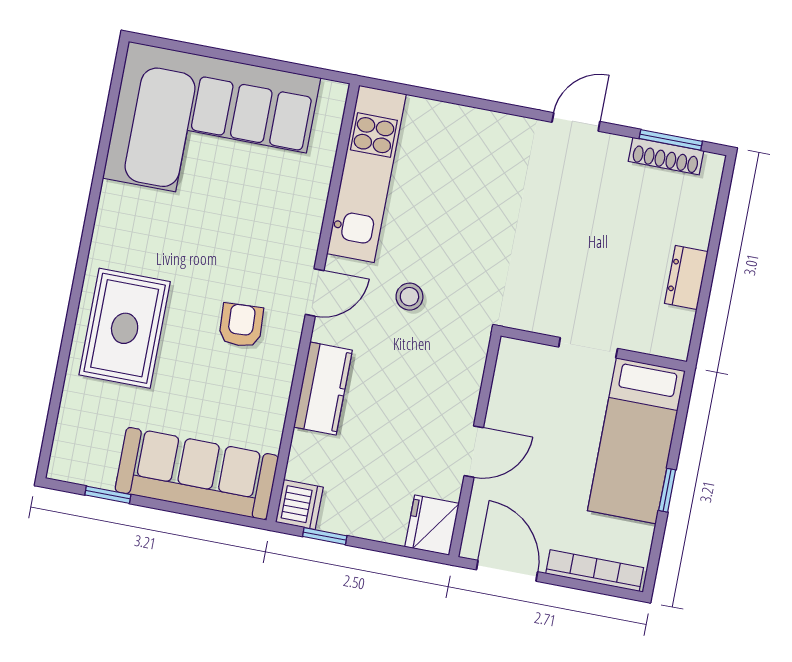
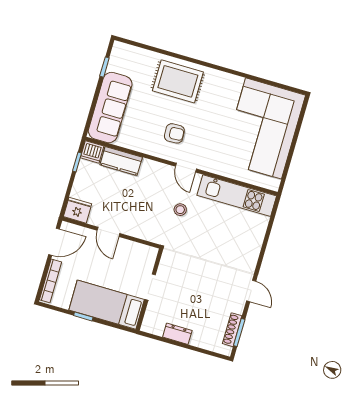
kitchen counter: (323, 389) -> (121, 161), moved

